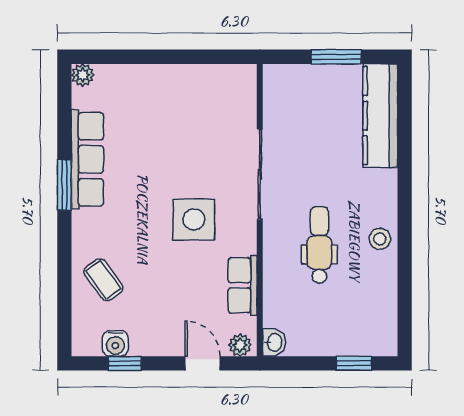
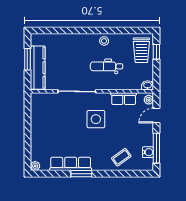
kitchen counter: (380, 116) -> (38, 68), moved, turned -90
trolley: (358, 328) -> (141, 50), added
window: (125, 363) -> (156, 148), width x2.17

